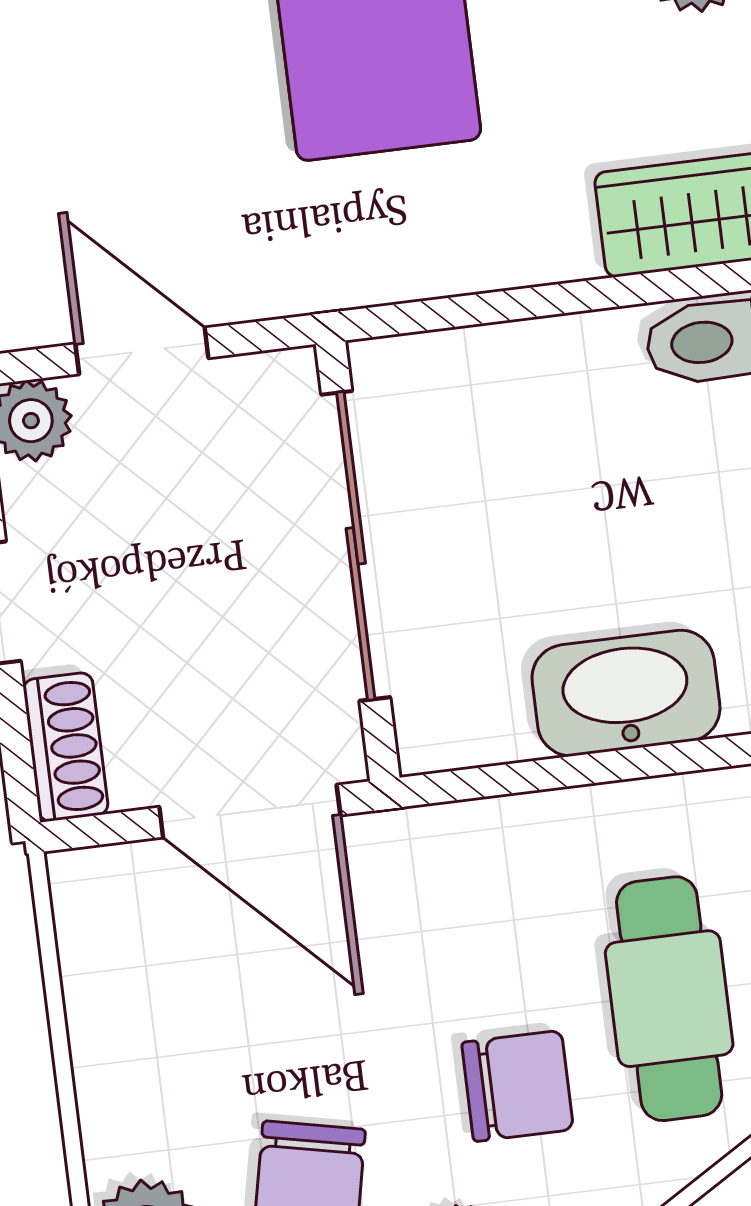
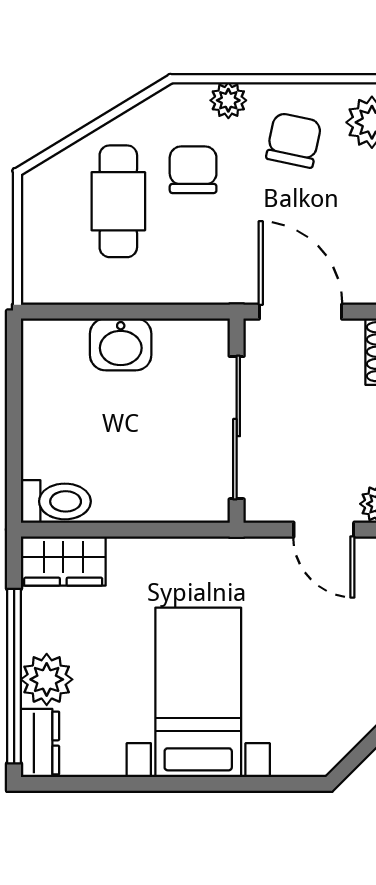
washbasin: (626, 693) -> (121, 344), width x0.72
chair: (518, 1086) -> (193, 170), turned 90

